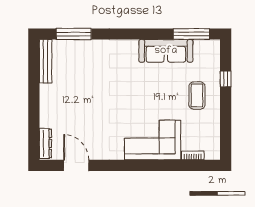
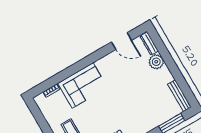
plant: (49, 117) -> (156, 62), added

